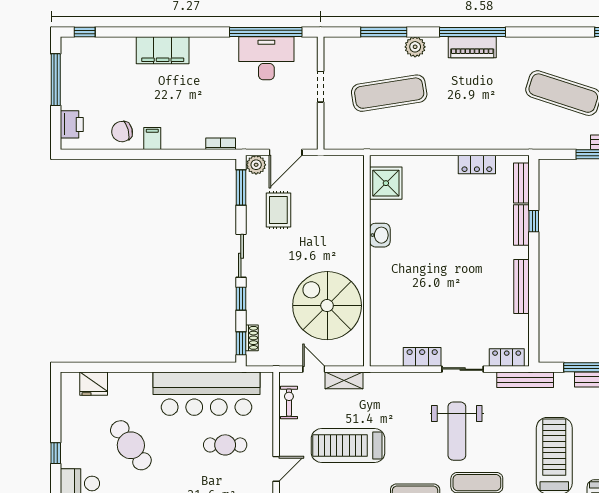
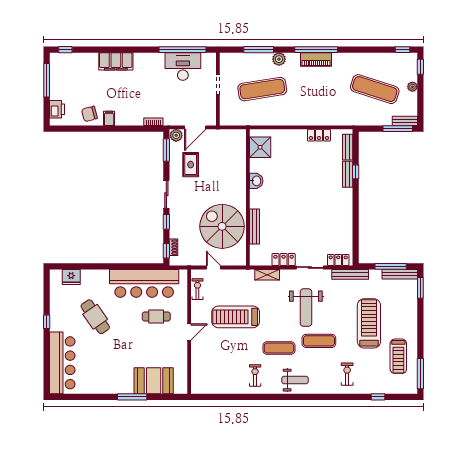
bench: (521, 287) -> (255, 226), moved
shelving: (344, 380) -> (267, 275), moved

